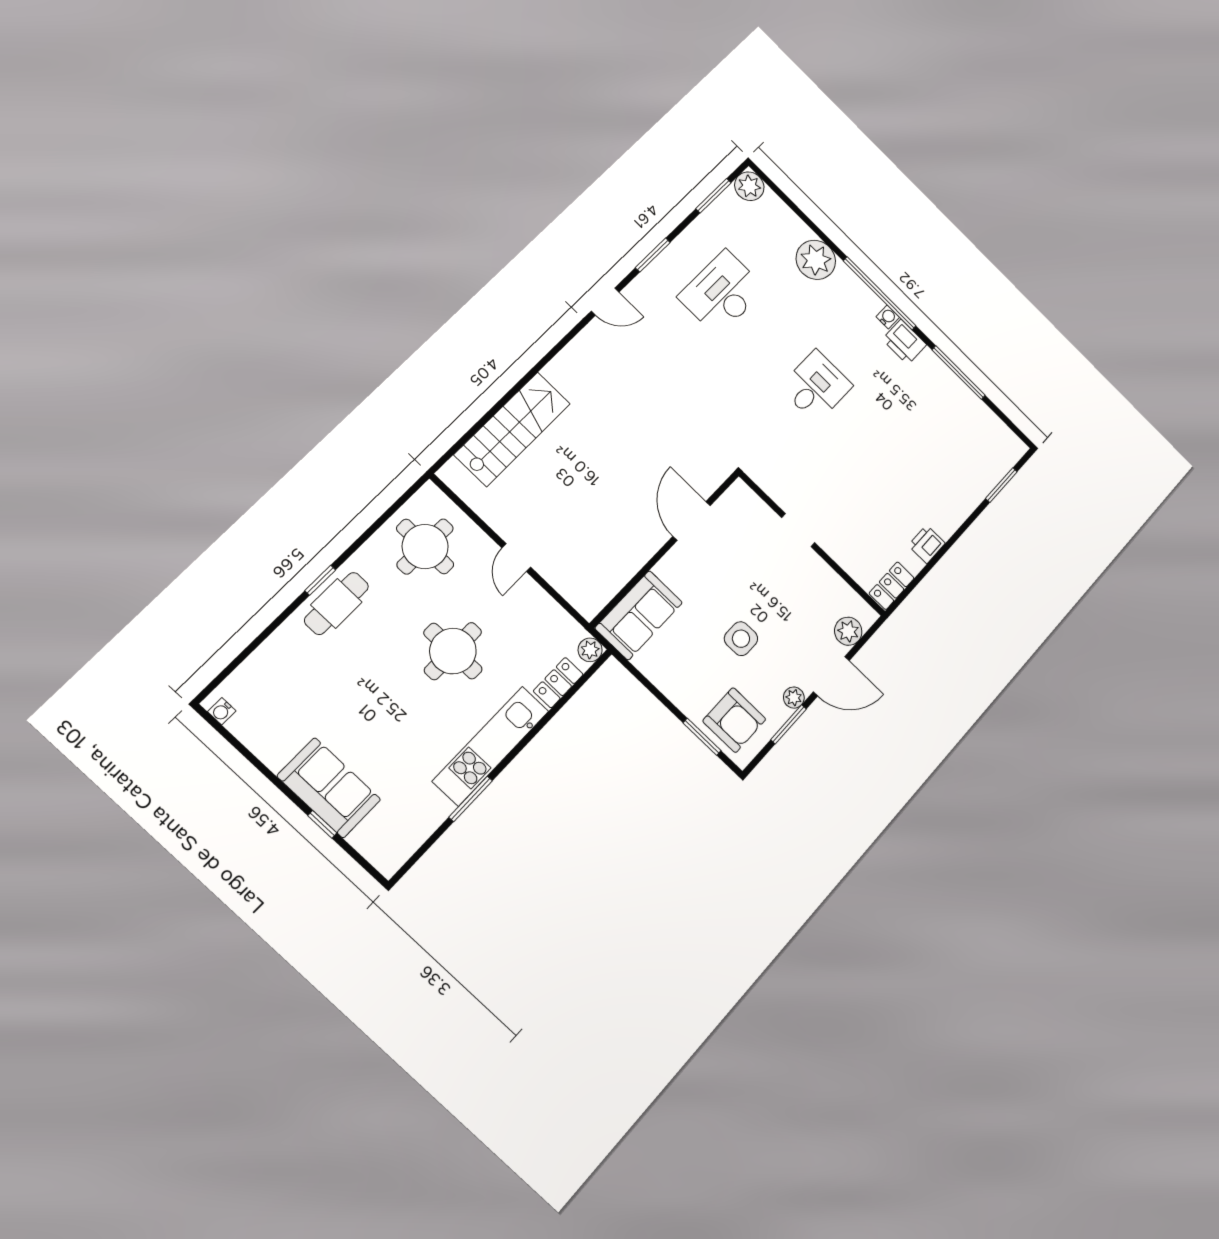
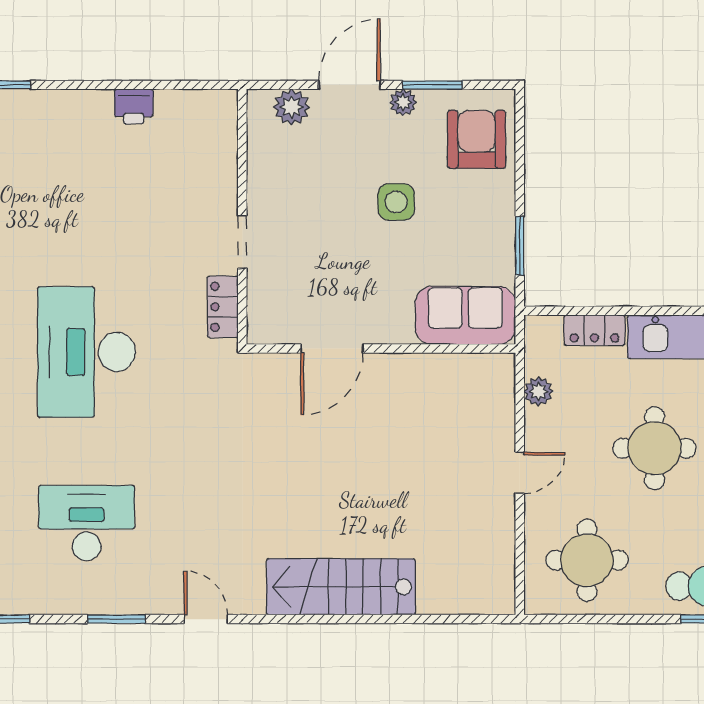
desk: (722, 293) -> (87, 523), turned 180
desk: (816, 386) -> (87, 352), width x1.87, depth x1.30
stairs: (512, 429) -> (341, 587), moved
locker: (892, 586) -> (223, 307), moved, turned 90
plant: (590, 650) -> (538, 391), moved
door: (831, 676) -> (349, 85), hinge flipped
window: (702, 737) -> (520, 246), moved

